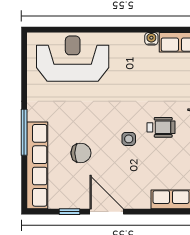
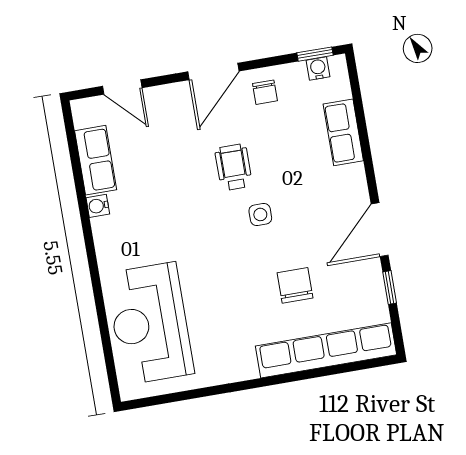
window: (24, 132) -> (278, 380), removed

